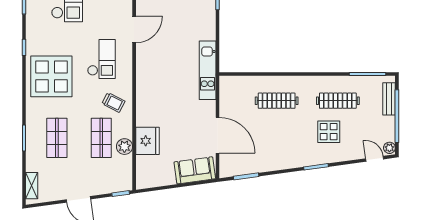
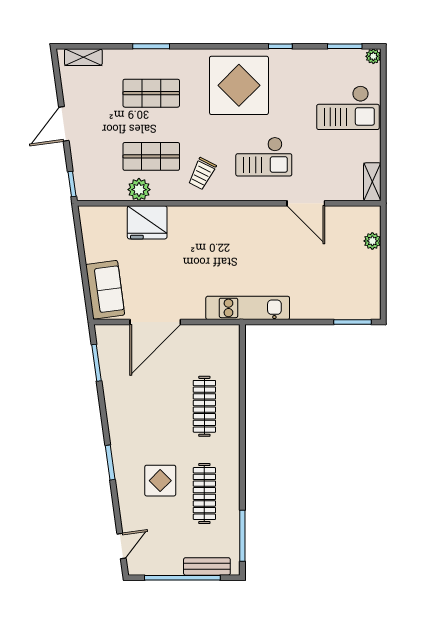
plant: (389, 148) -> (137, 567), removed

